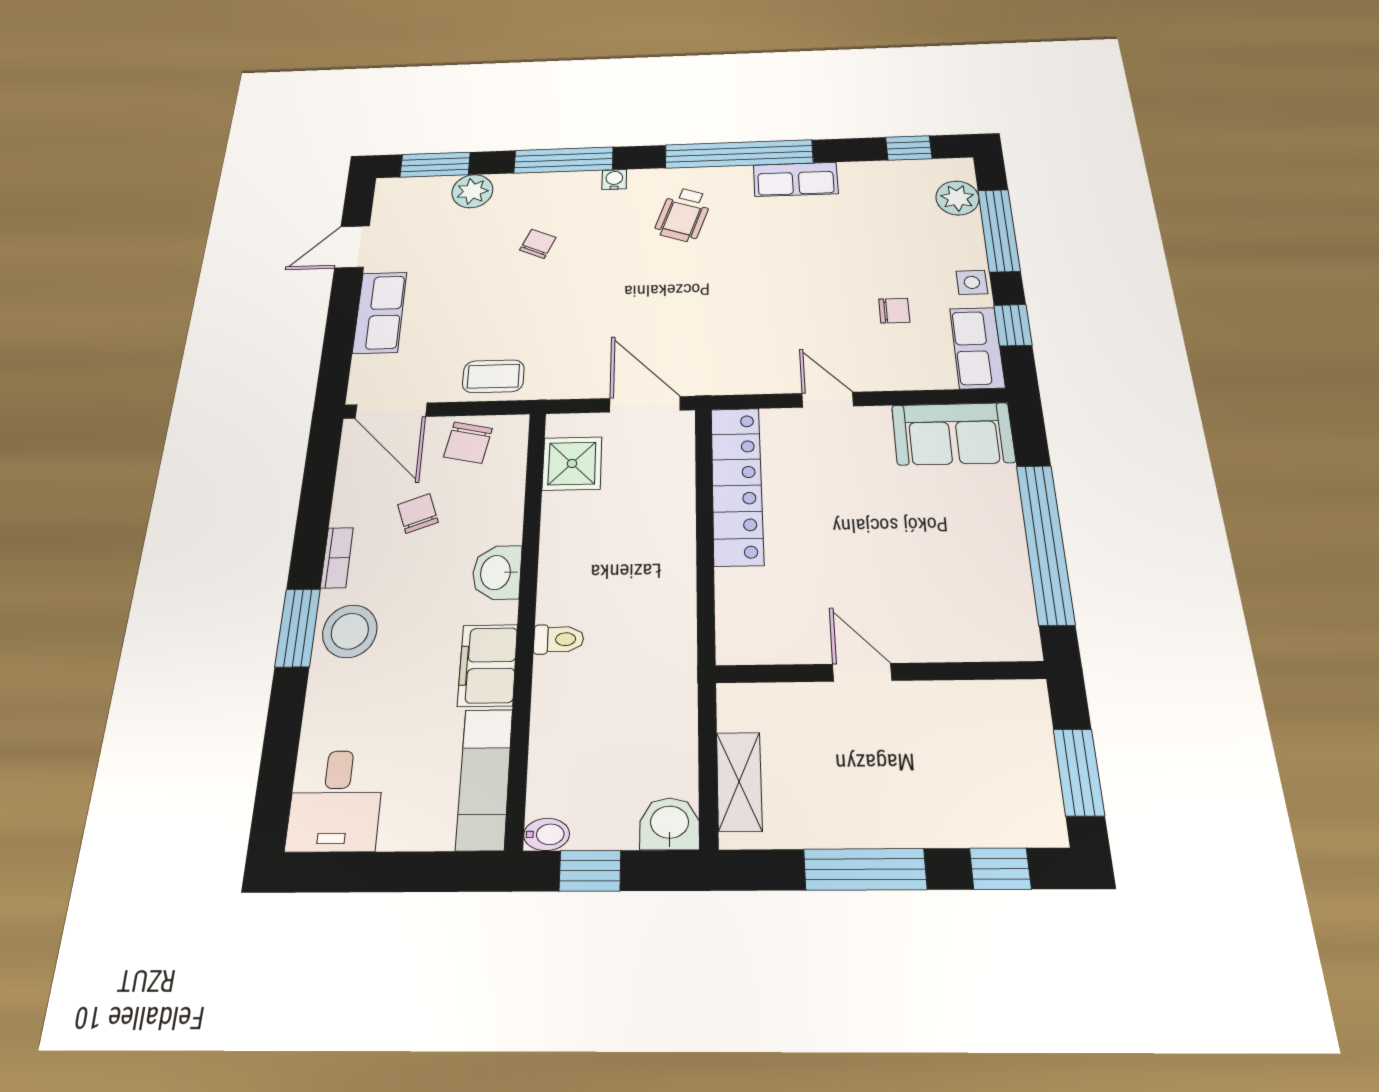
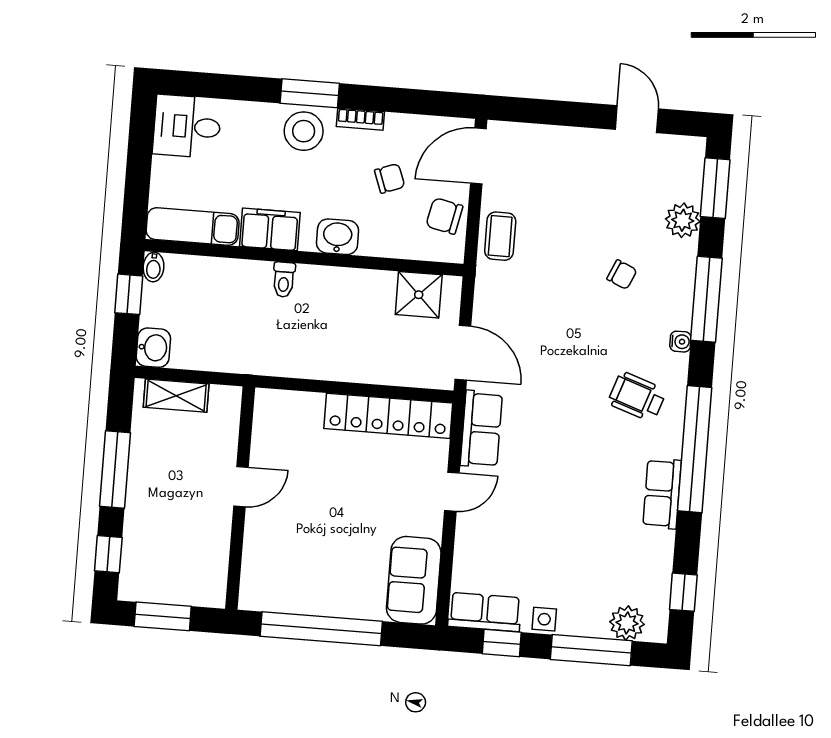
chair: (894, 311) -> (525, 554), removed
row of seats: (380, 312) -> (481, 429), moved, turned -90
door: (645, 404) -> (463, 353), hinge flipped

